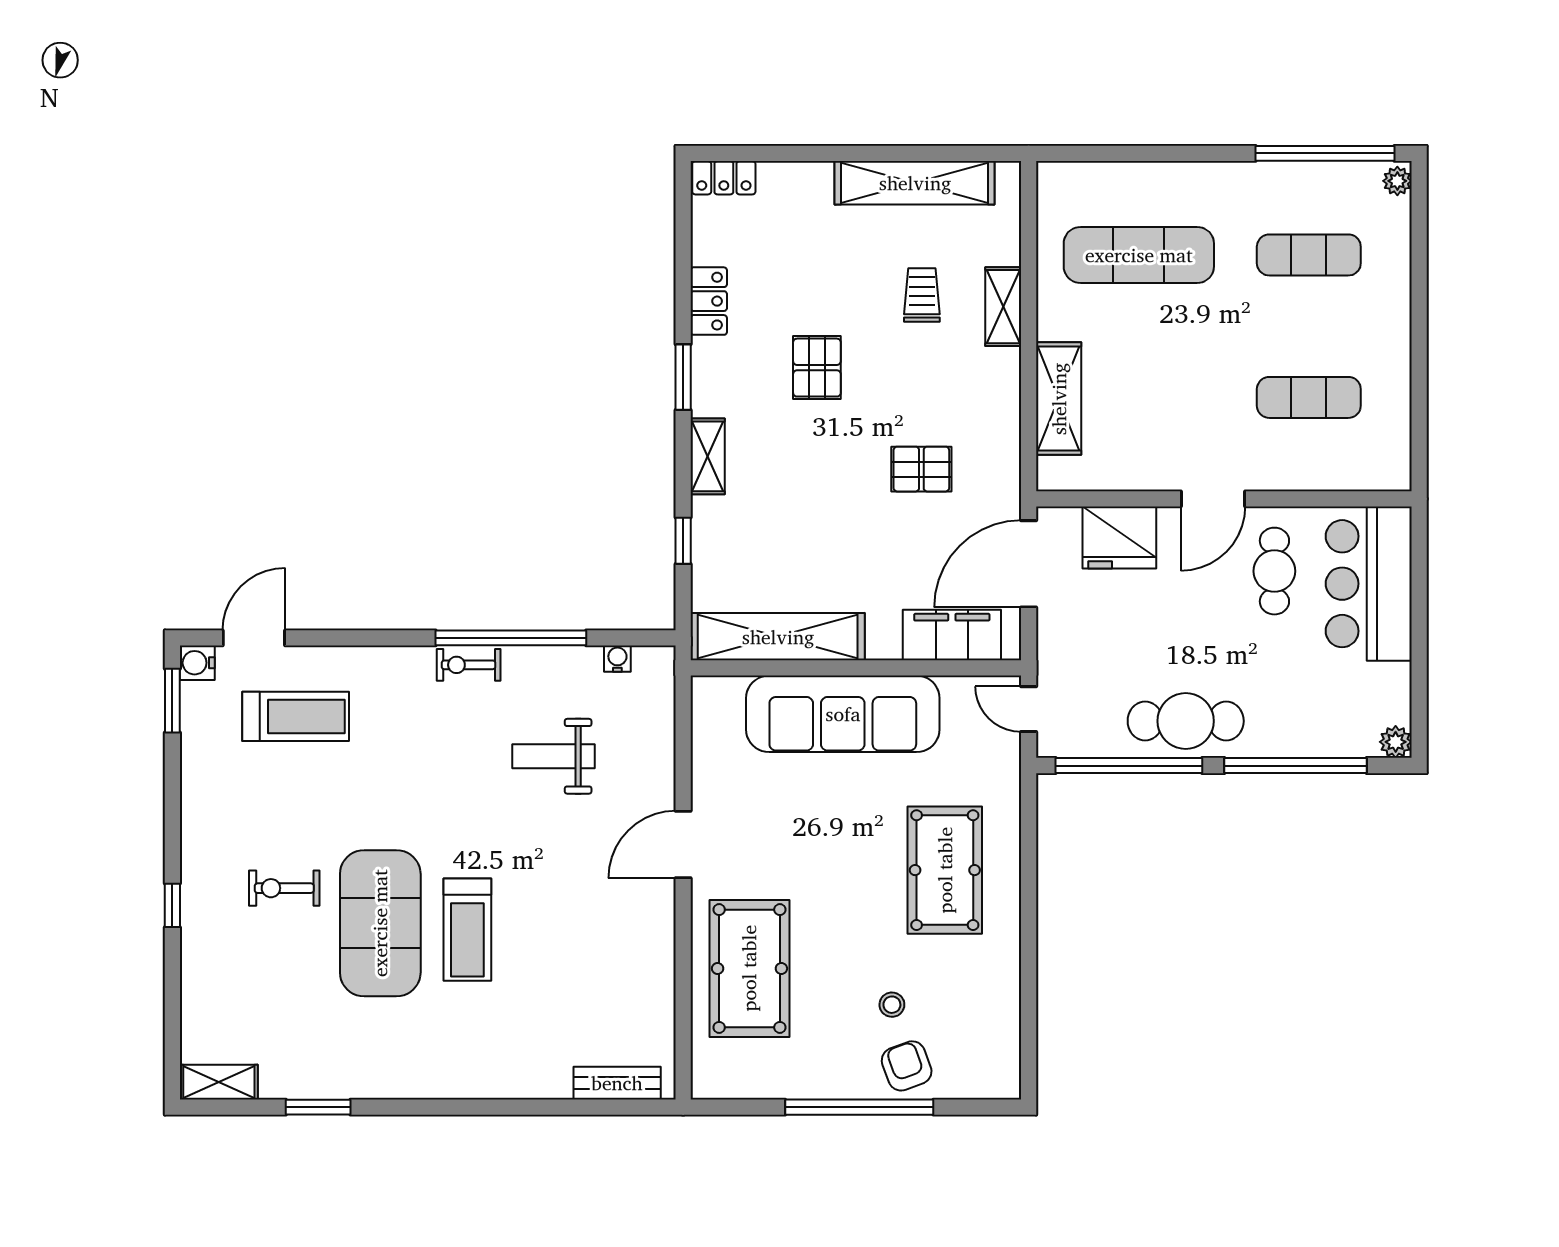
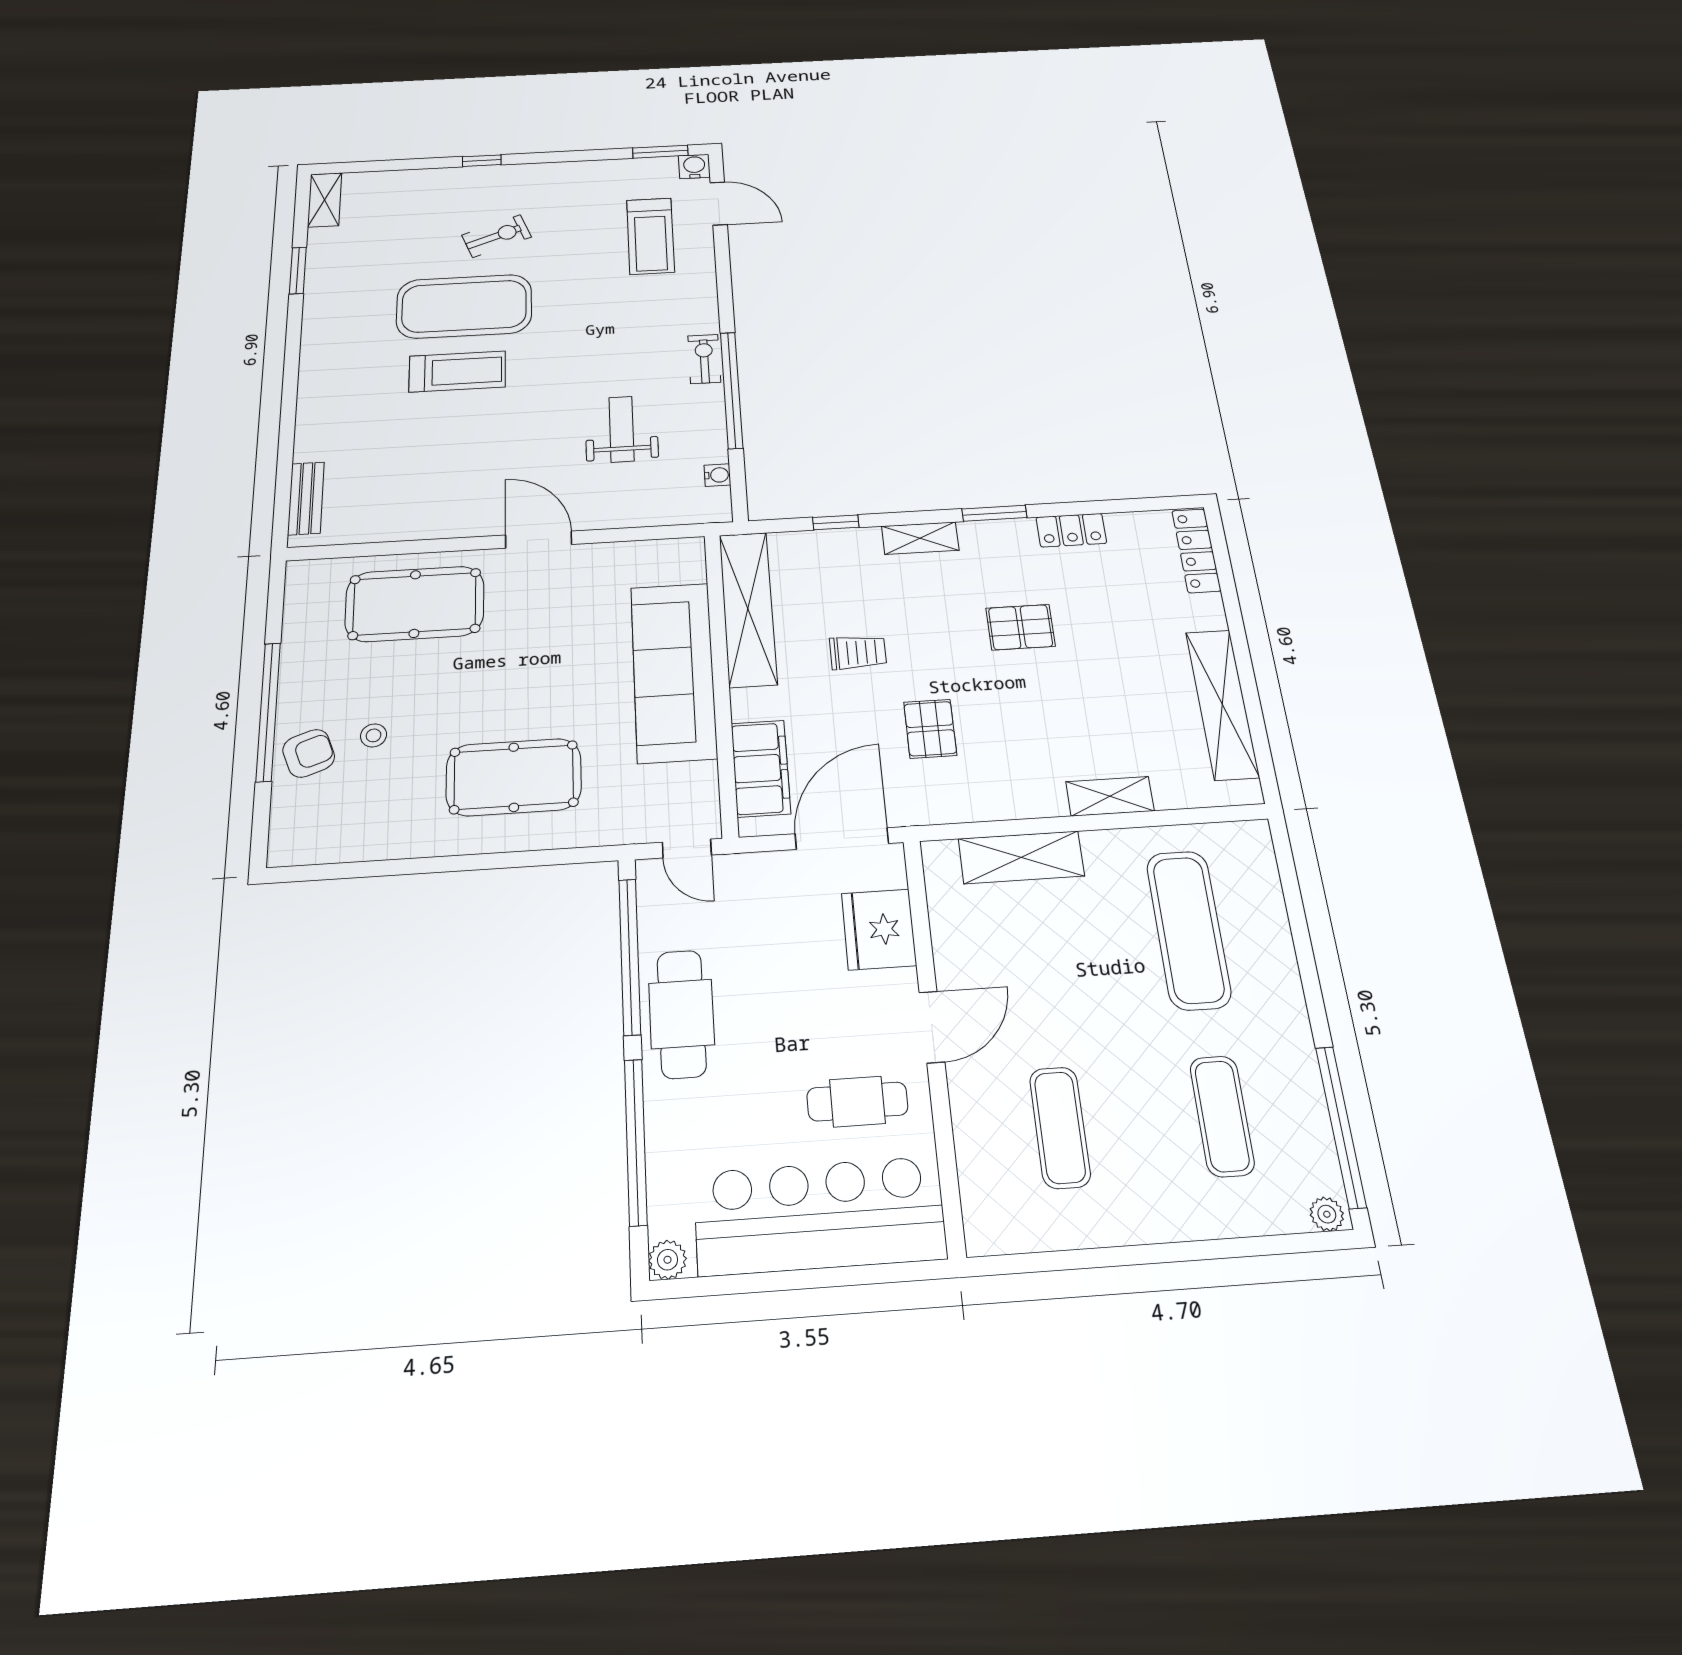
locker: (724, 178) -> (1196, 551), width x1.53
trolley: (922, 295) -> (858, 652), moved
door: (1213, 499) -> (932, 1027), swing flipped
door: (1029, 564) -> (842, 839), hinge flipped
bar counter: (1369, 584) -> (819, 1216), width x1.36
door: (1029, 709) -> (687, 849), swing flipped
exercise bike: (284, 888) -> (497, 236), turned 69
treadmill: (467, 930) -> (457, 372), turned 180

